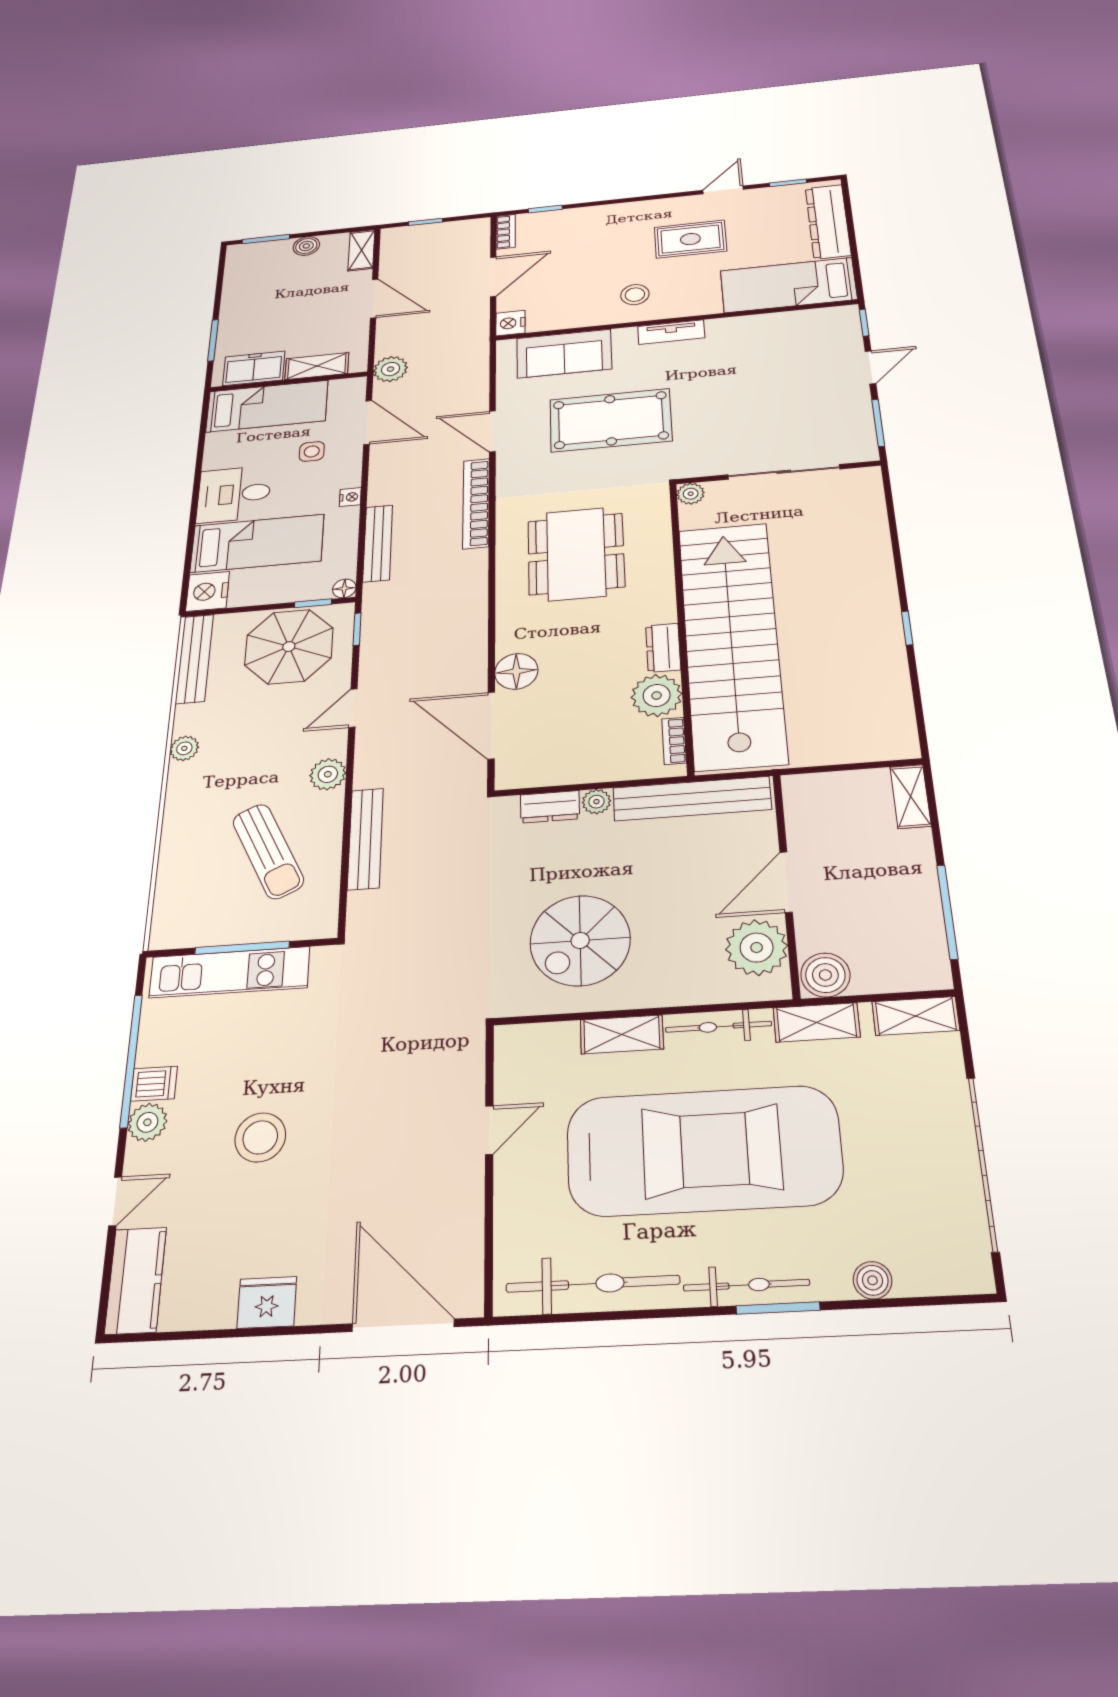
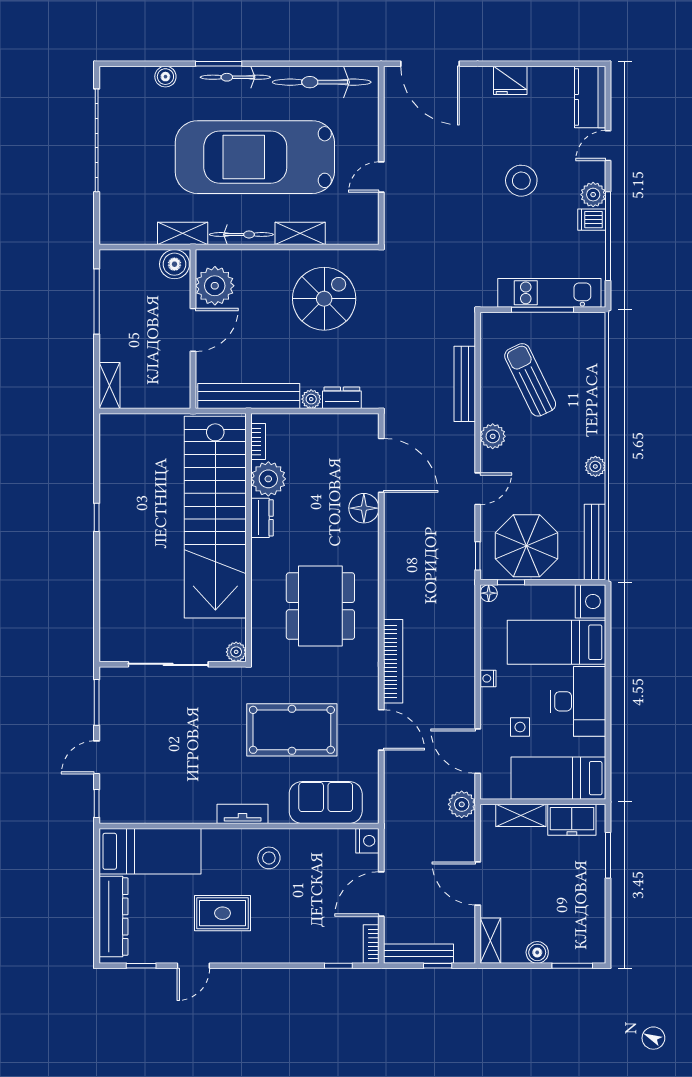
desk: (234, 494) -> (578, 701), width x1.37
bench: (378, 543) -> (419, 954), moved, turned 90
shelving: (916, 1016) -> (124, 233), removed

